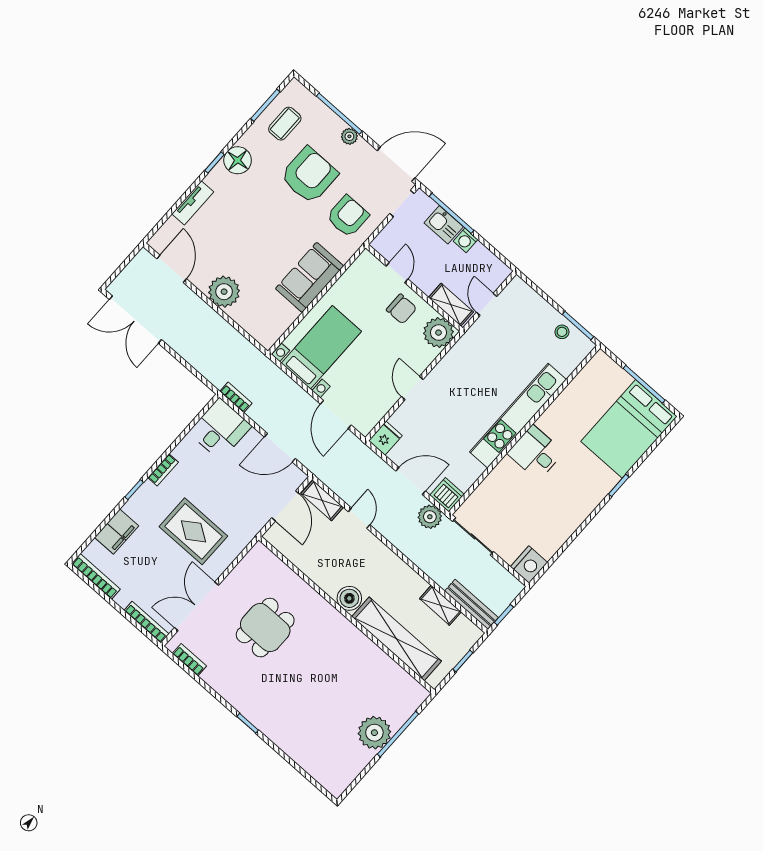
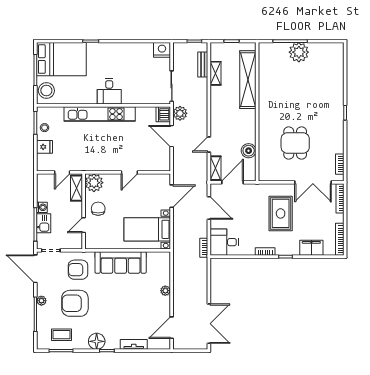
sofa: (309, 277) -> (121, 262), width x1.36
plant: (224, 292) -> (165, 291), width x0.53, depth x0.53
stool: (606, 375) -> (46, 91), added
fridge: (385, 438) -> (44, 147), moved, turned 180
boiler: (349, 598) -> (249, 151), moved
bench: (471, 604) -> (203, 64), width x0.73
dining table: (265, 628) -> (295, 143), turned 90

